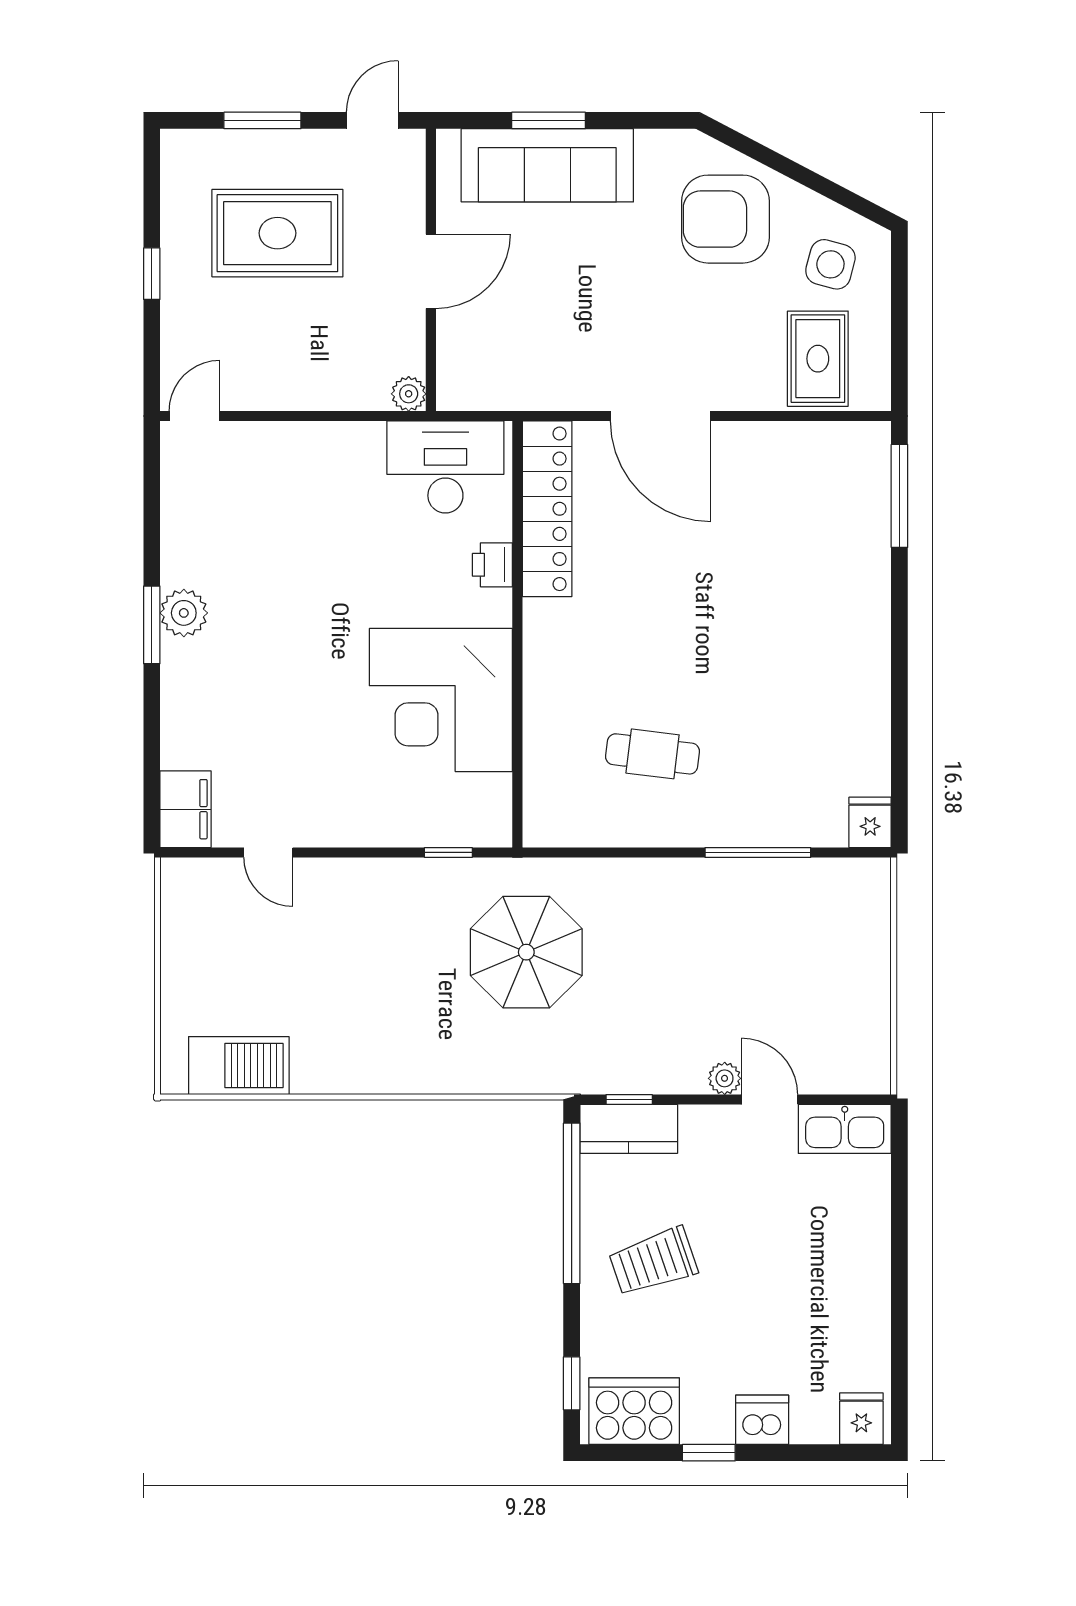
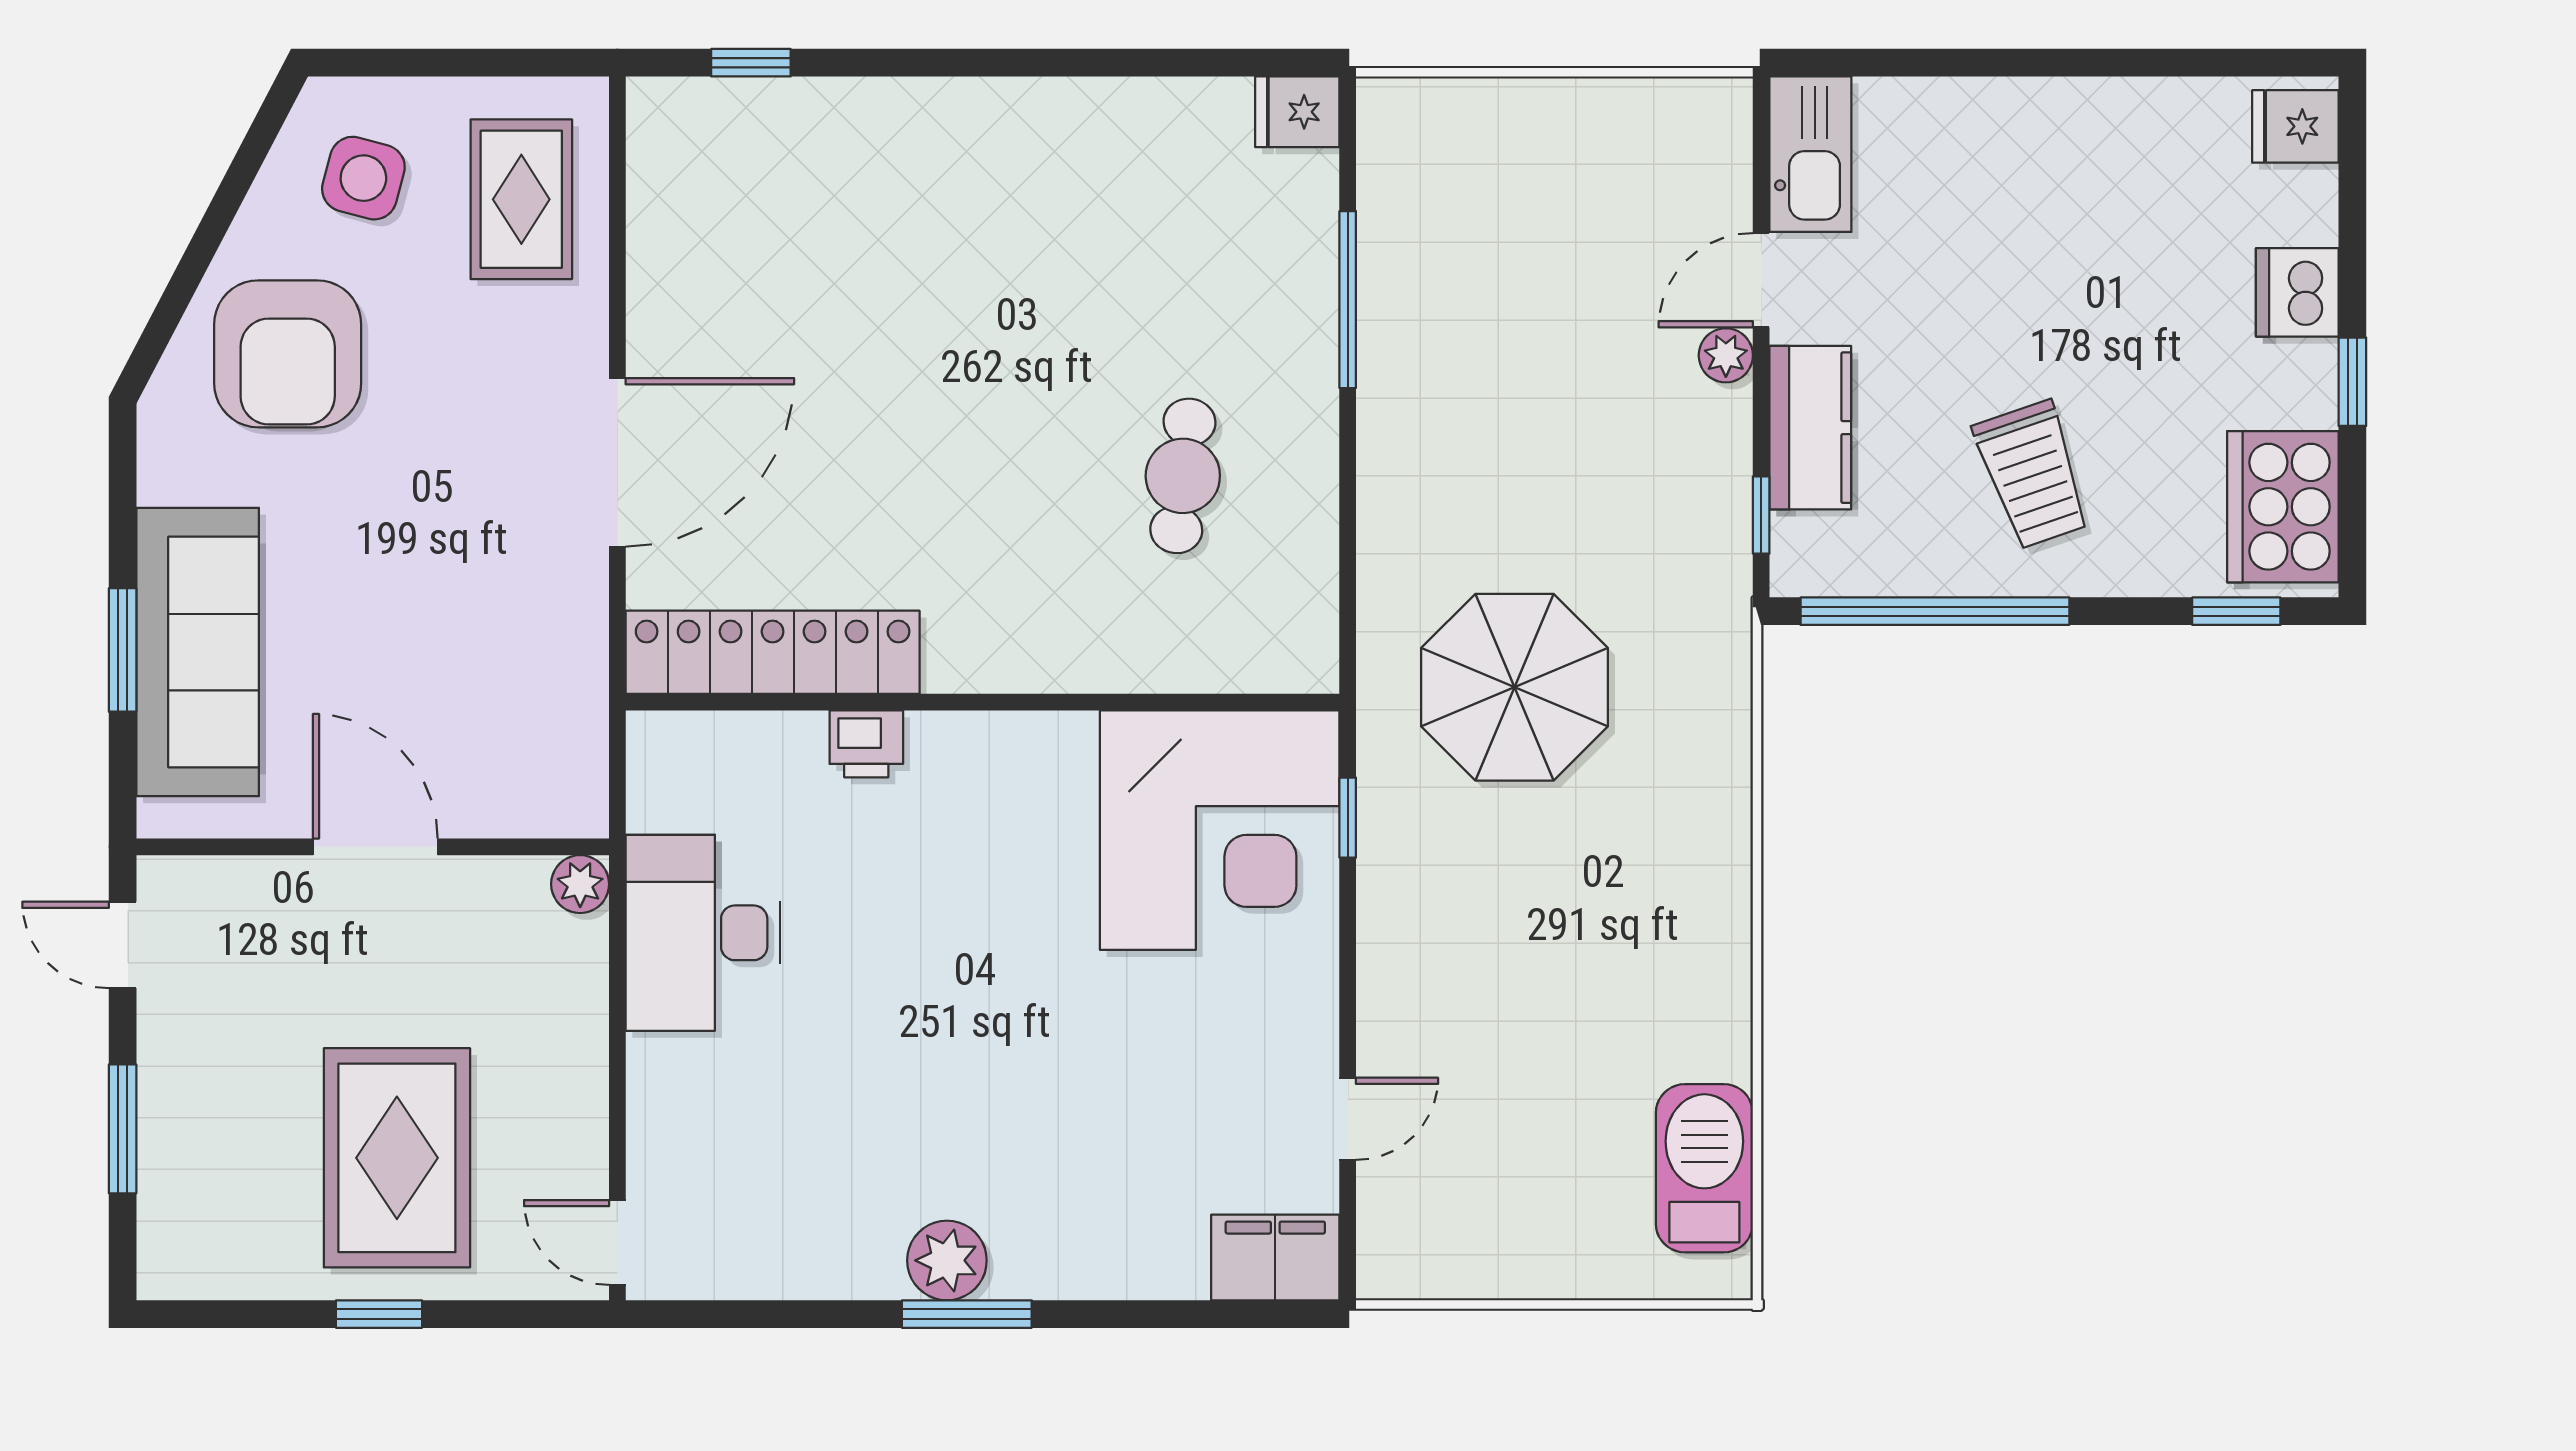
rug: (277, 233) -> (397, 1158), moved
rug: (818, 359) -> (521, 199), turned 90
desk: (445, 467) -> (703, 933), moved
window: (899, 496) -> (751, 63), width x0.46
corner desk: (441, 700) -> (1220, 830), moved
kitchen counter: (629, 1129) -> (1810, 428), moved

